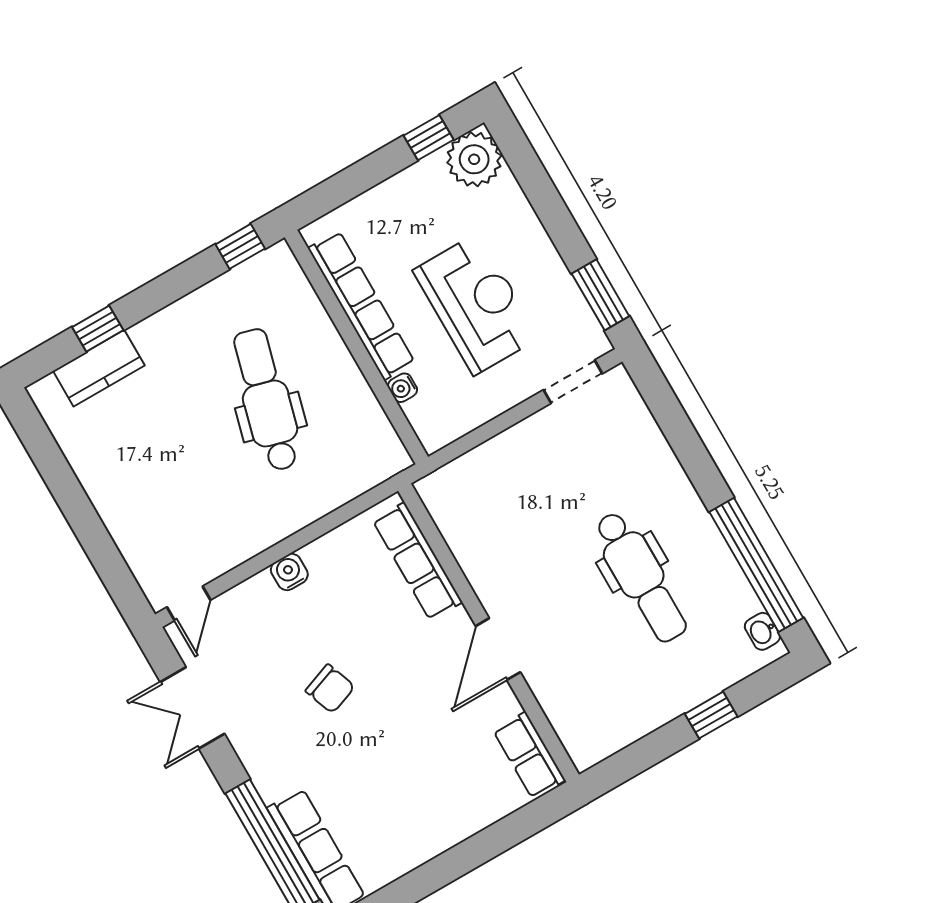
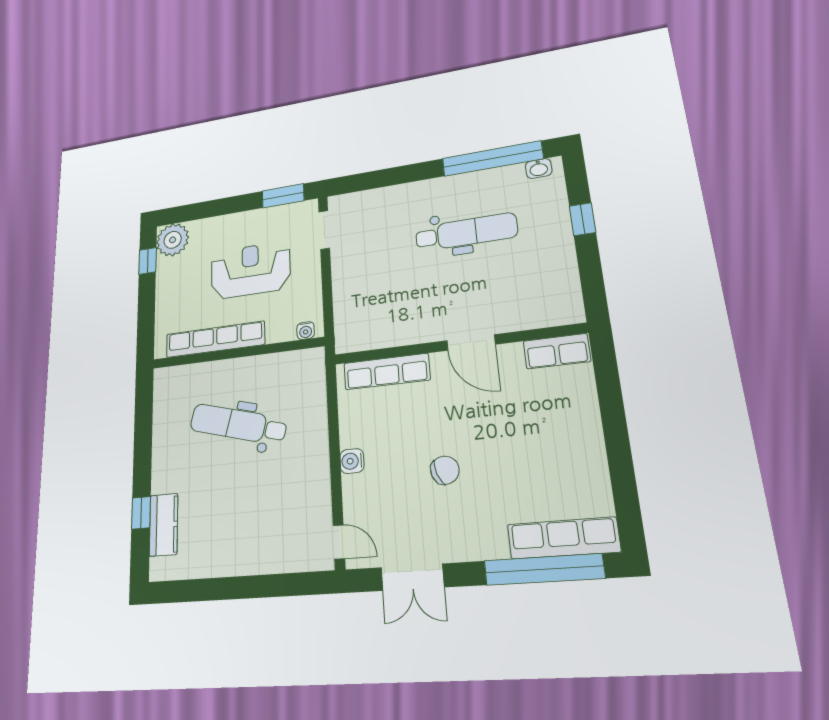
window: (240, 246) -> (144, 398), removed
water cooler: (403, 388) -> (306, 331), moved

